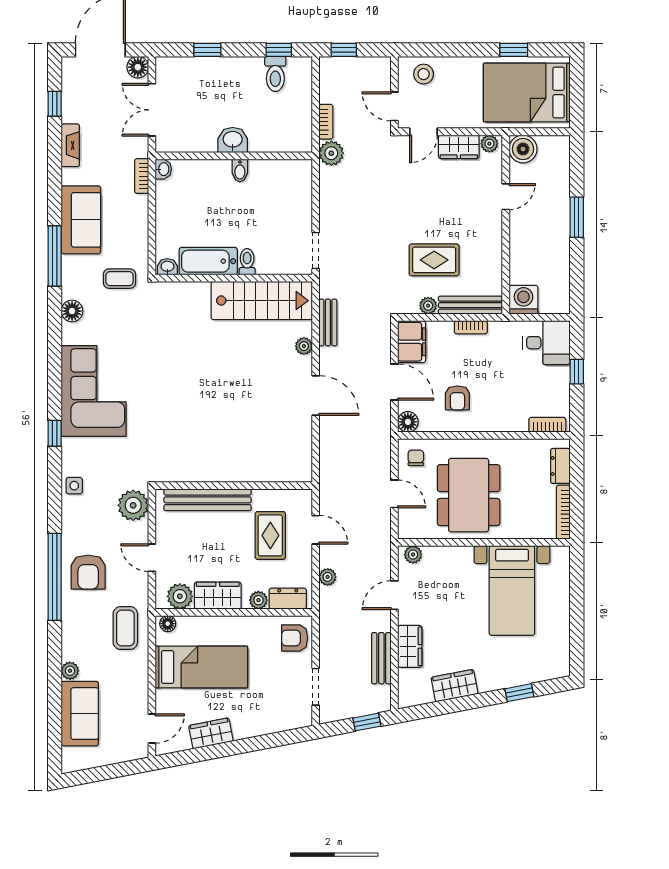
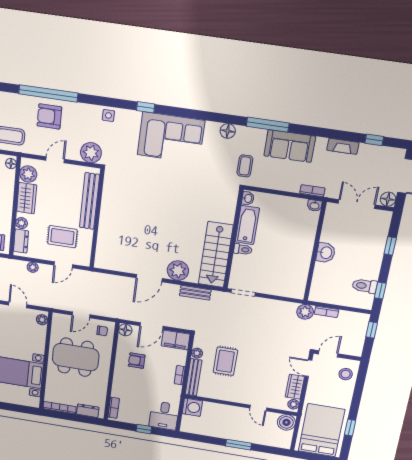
bidet: (240, 170) -> (304, 254), removed
plant: (304, 346) -> (178, 271), width x1.87, depth x1.87

